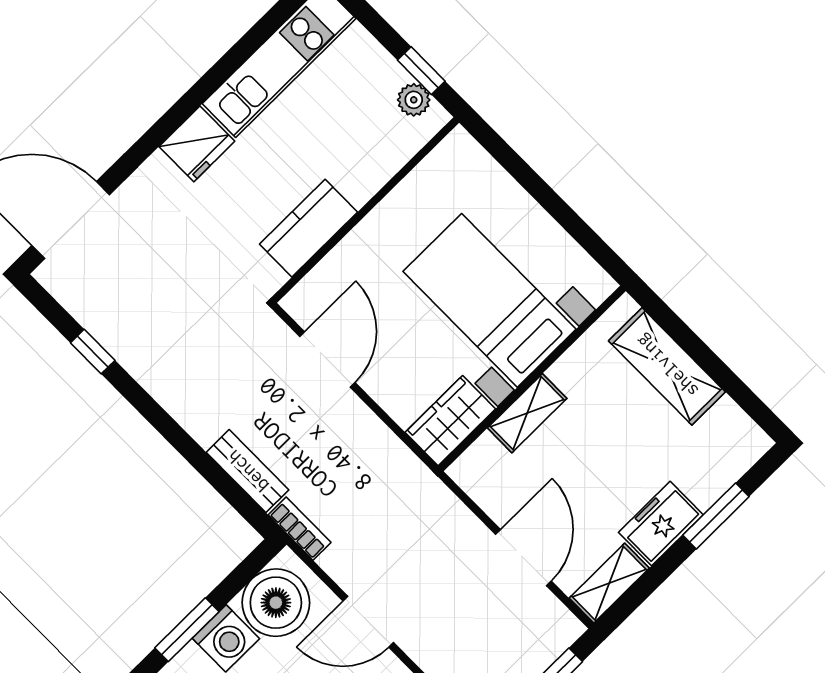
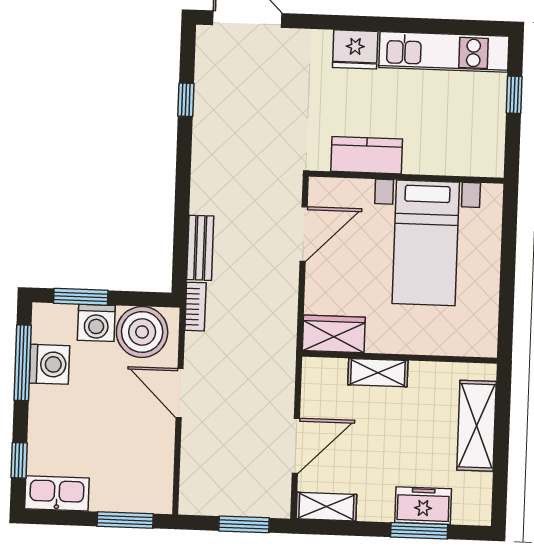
window: (421, 71) -> (514, 95), moved
plant: (414, 100) -> (492, 147), removed
bed with nightstands: (489, 300) -> (426, 243), moved, turned 180
freezer: (661, 524) -> (423, 506), moved

